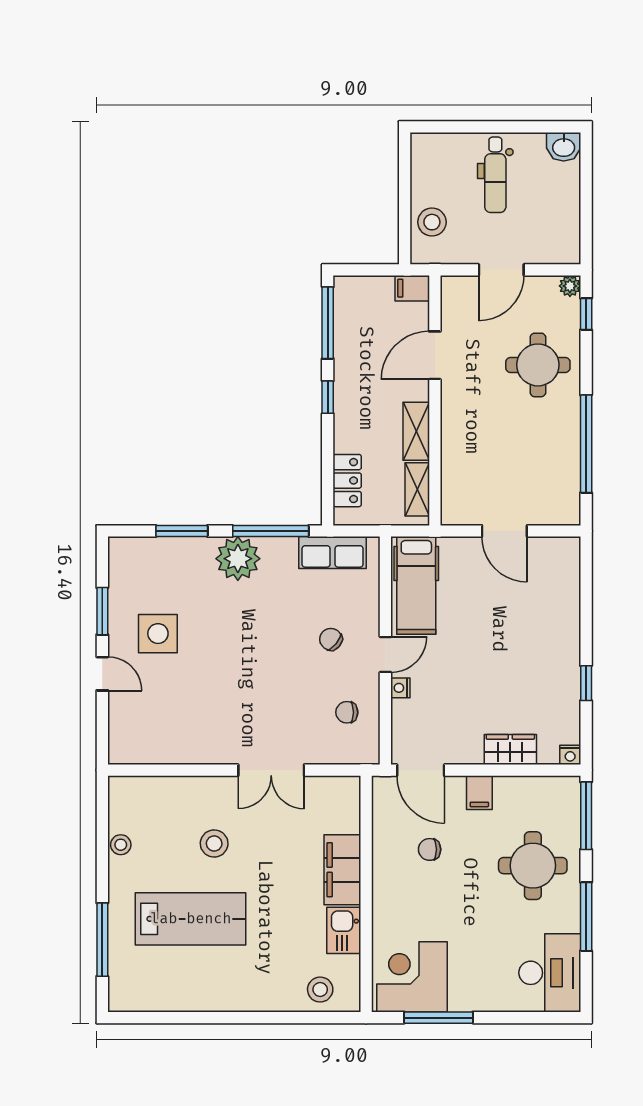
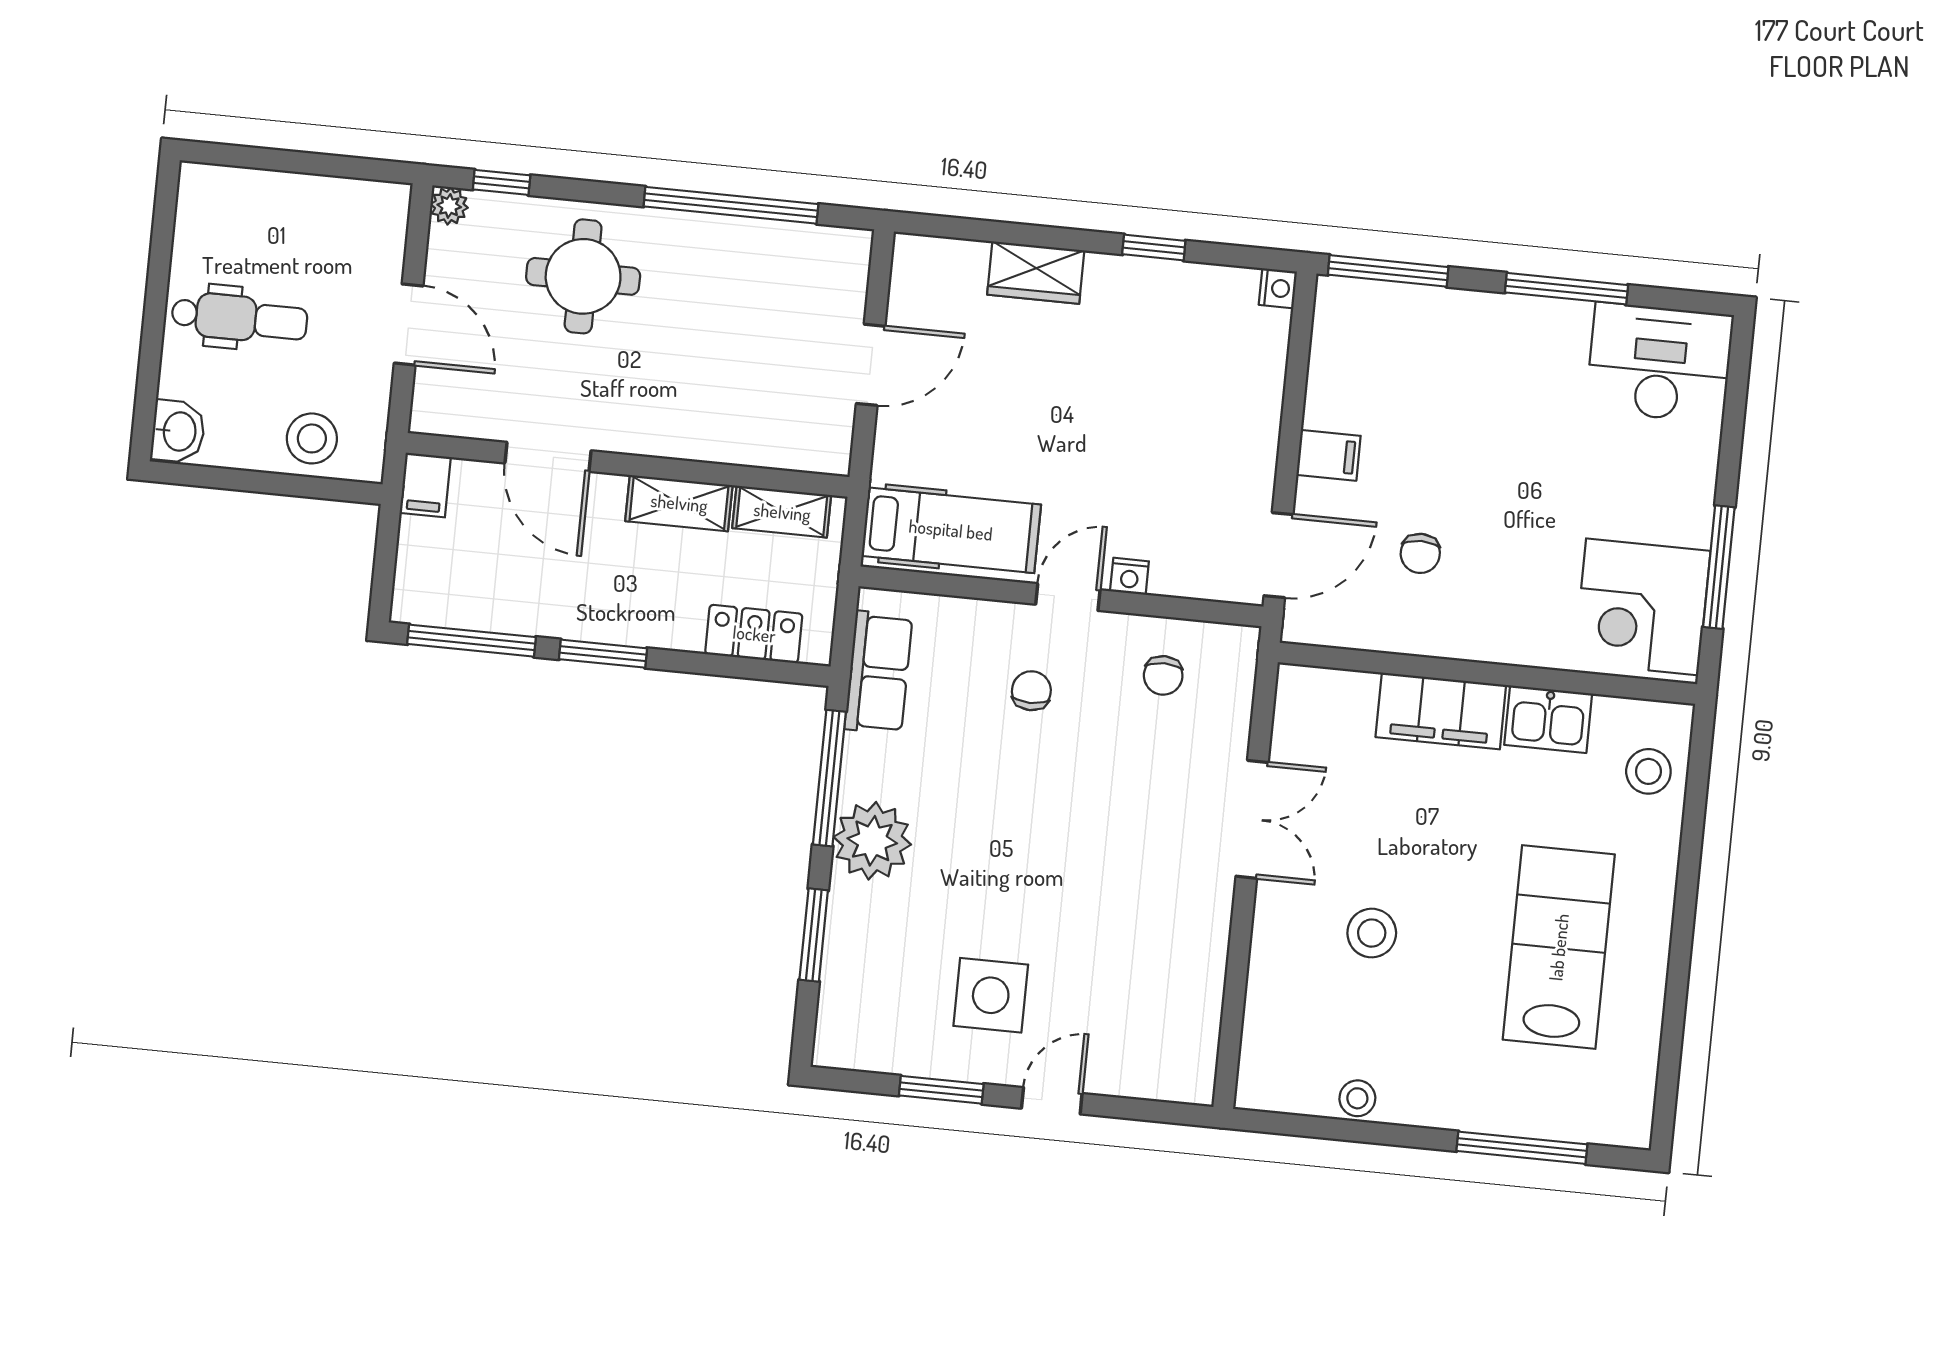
washbasin: (564, 147) -> (178, 431), moved
window: (328, 397) -> (603, 654), width x1.50
chair: (331, 639) -> (1031, 691), turned 140
door: (385, 654) -> (1068, 597), hinge flipped
wardrobe: (510, 750) -> (1036, 272), moved, turned -90
round table: (533, 866) -> (1467, 374), removed
lab bench: (191, 919) -> (1559, 947), moved

